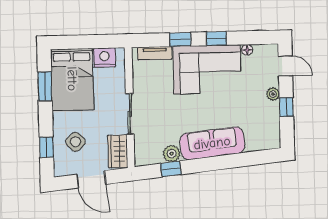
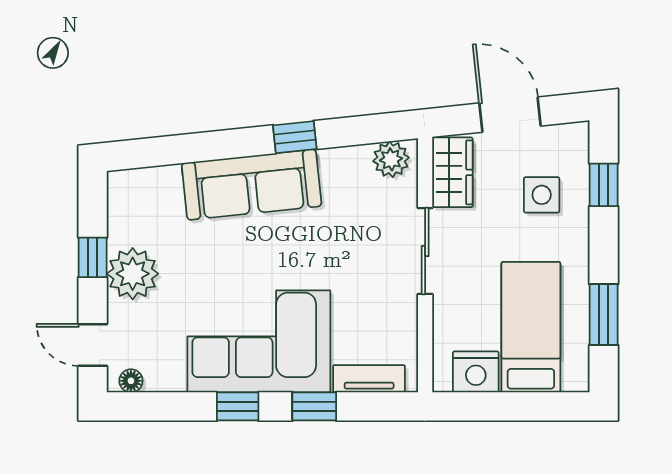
floor lamp: (247, 50) -> (131, 381), moved
bed: (72, 79) -> (531, 327), width x0.67
plant: (273, 94) -> (133, 274), width x1.87, depth x1.87
side table: (75, 142) -> (542, 195), turned 45
plant: (172, 154) -> (391, 159), moved
window: (171, 169) -> (295, 137), moved

